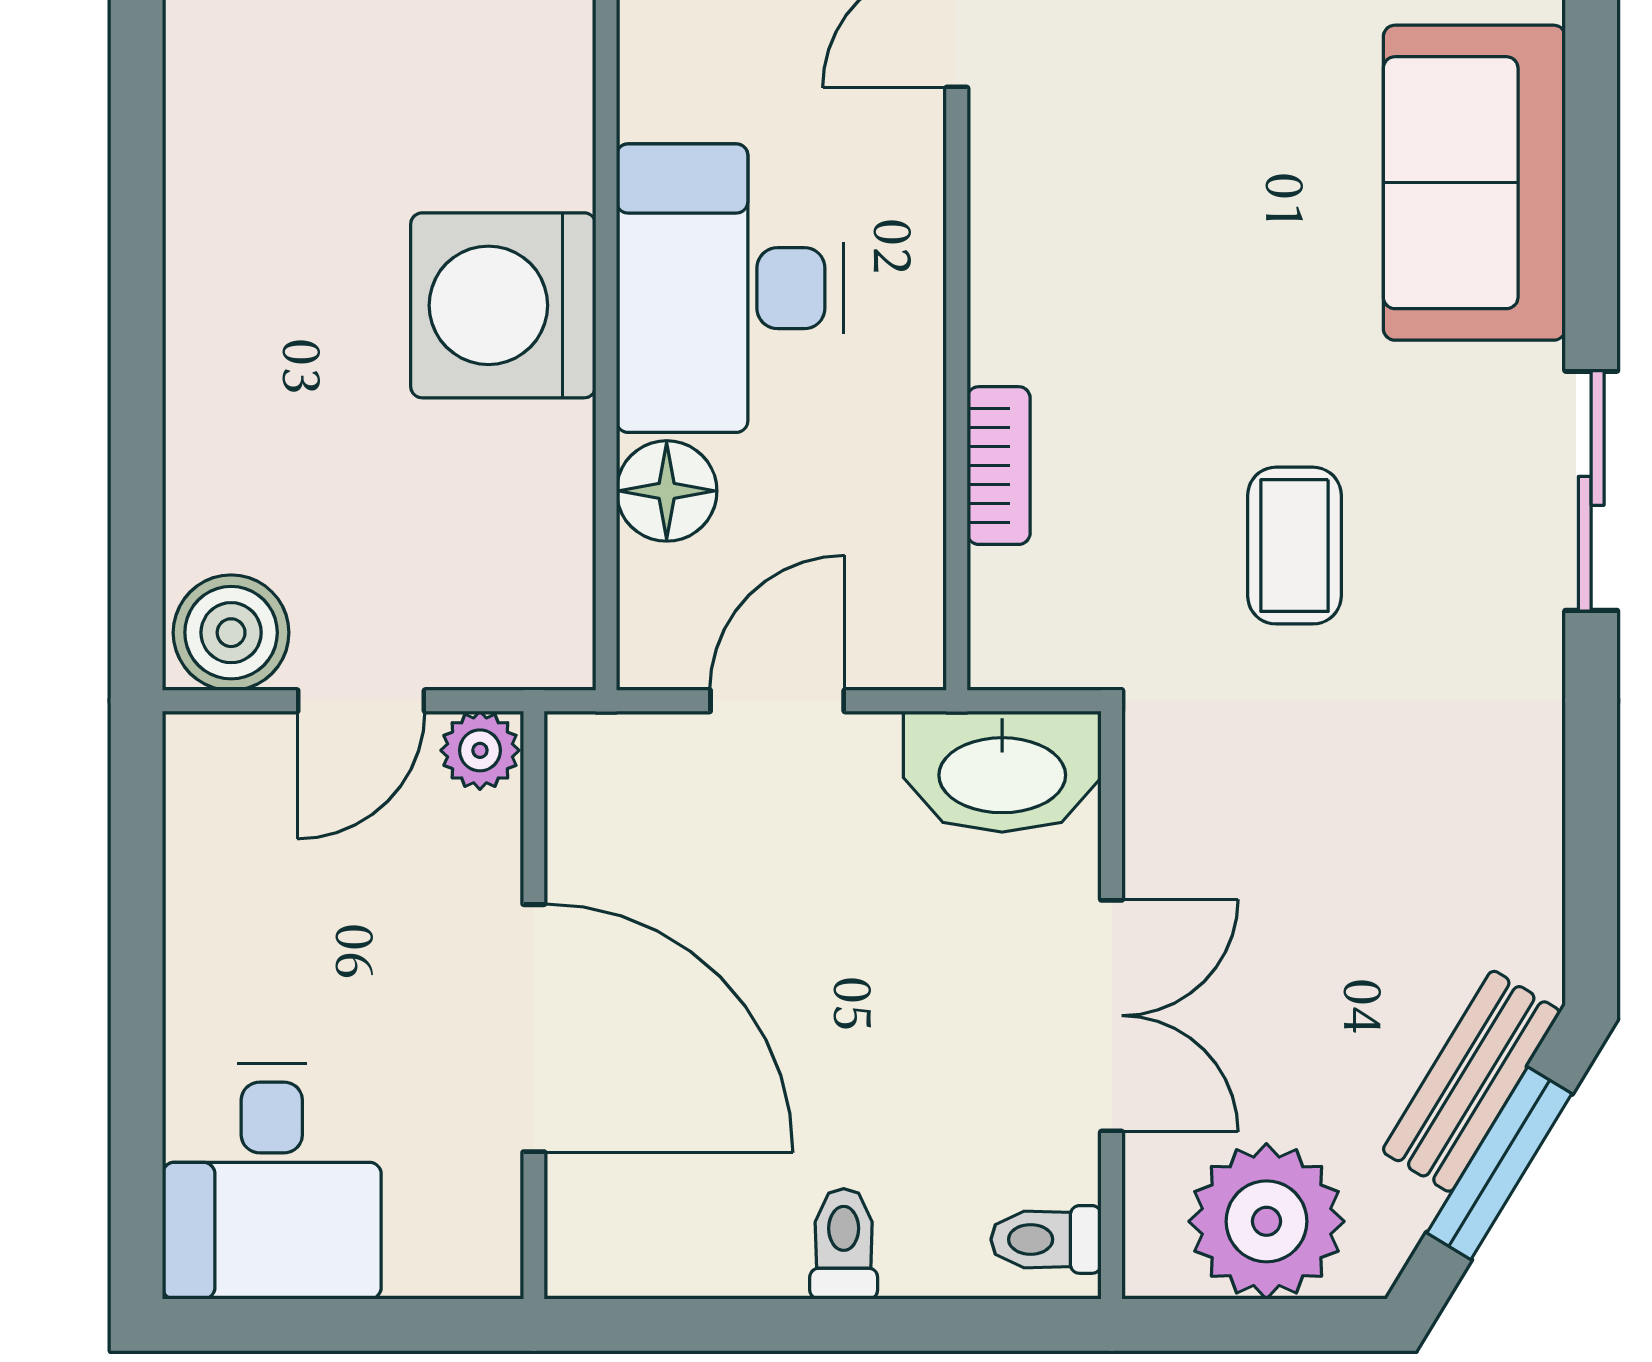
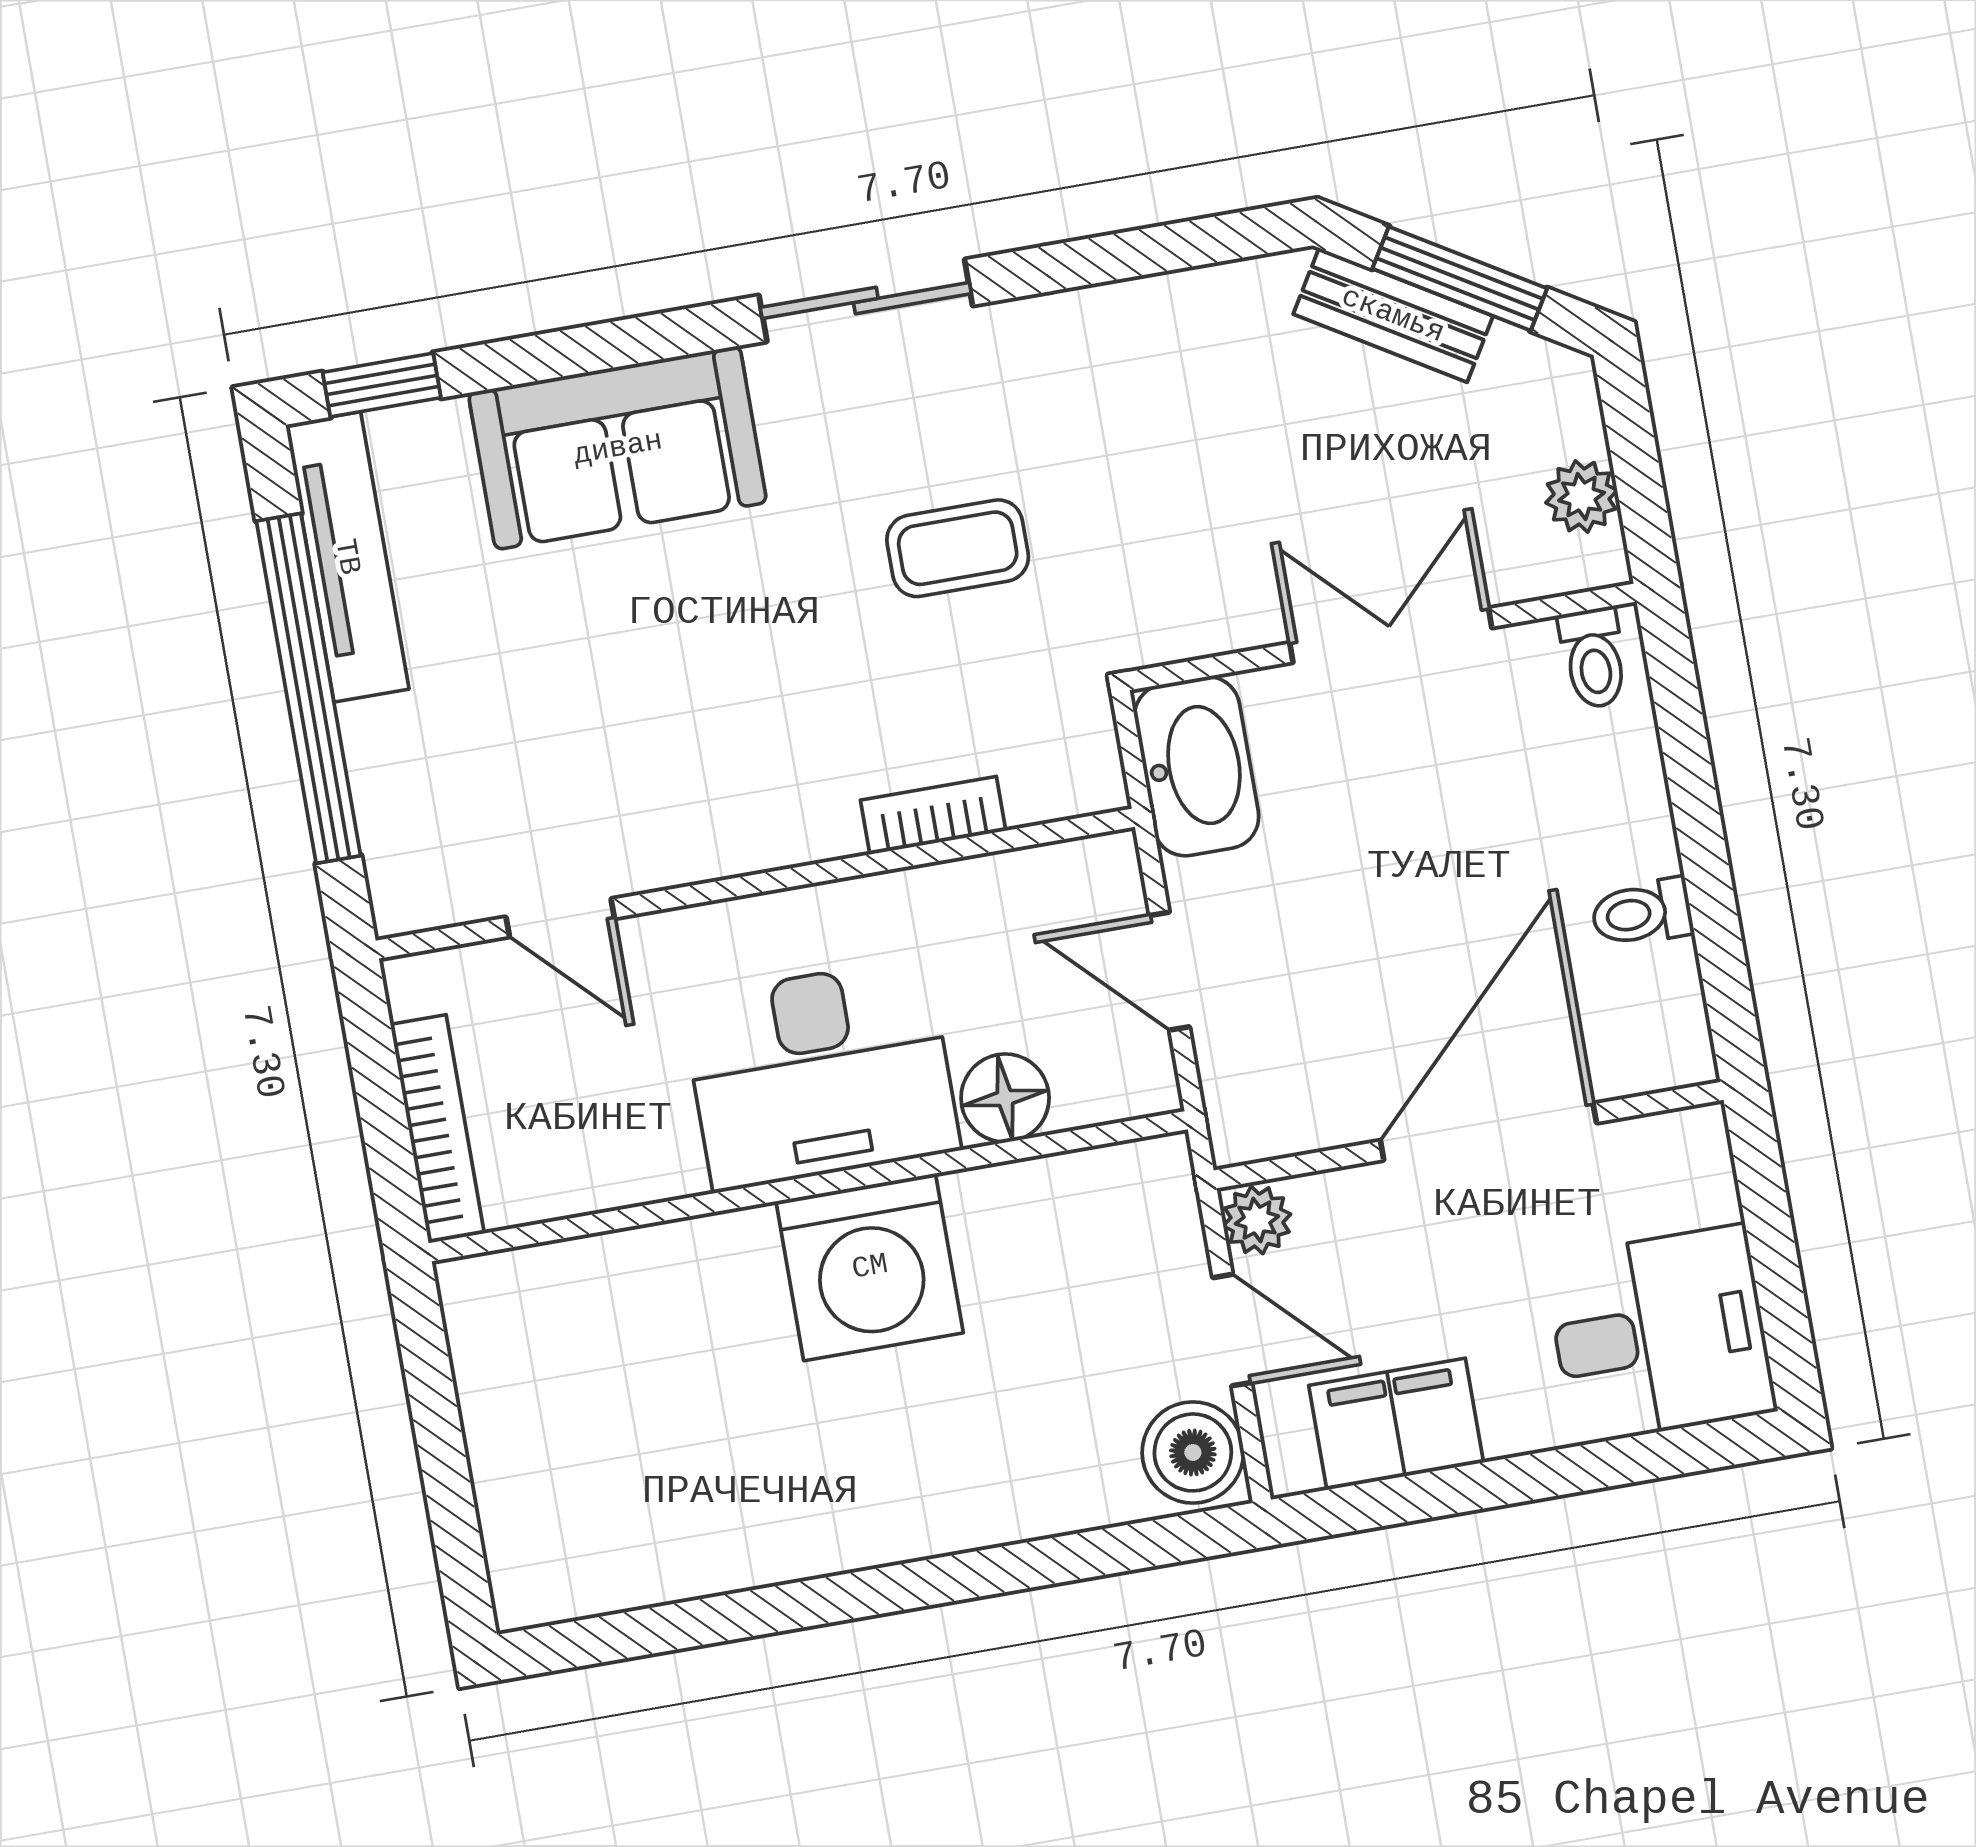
filing cabinet: (223, 867) -> (1396, 1424), added
plant: (1266, 1221) -> (1582, 497), width x0.53, depth x0.53
toilet: (844, 1244) -> (1642, 913), moved

